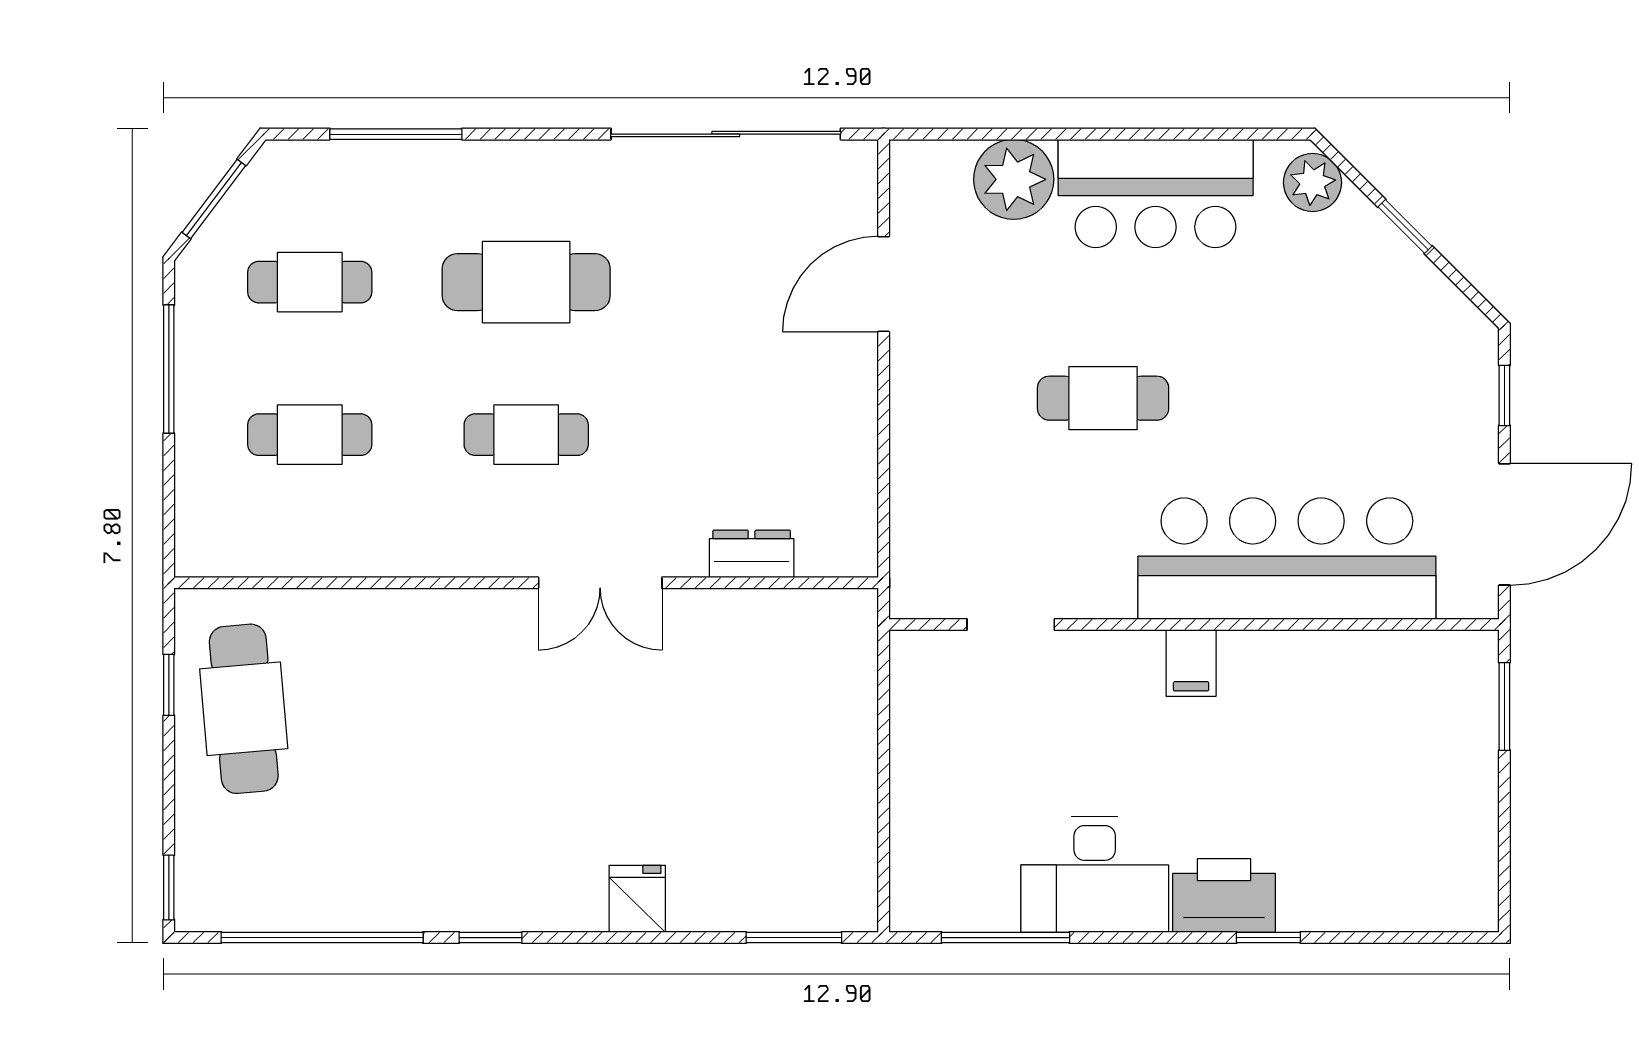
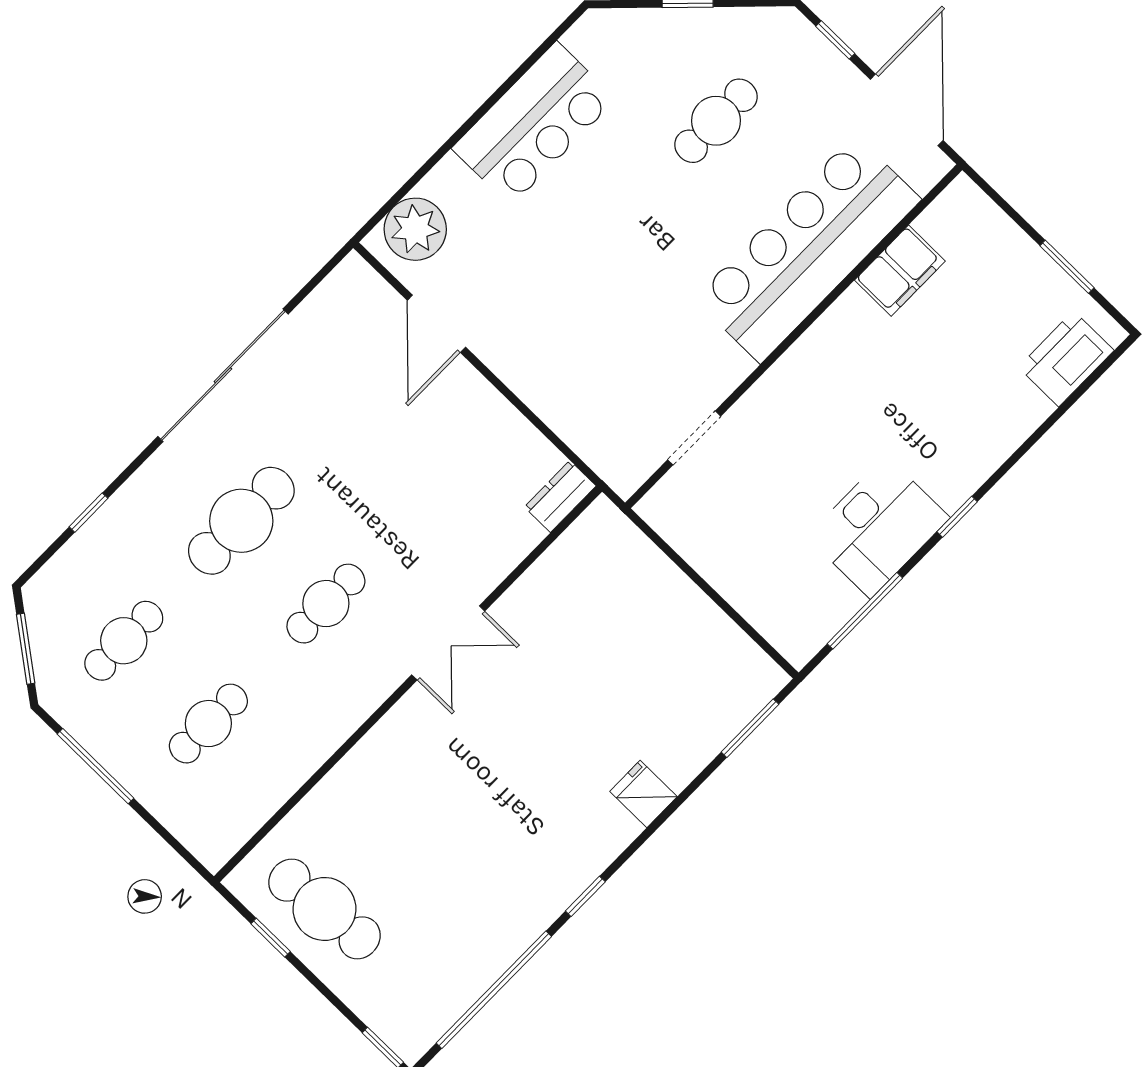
window: (396, 134) -> (88, 513), width x0.46
sliding door: (726, 134) -> (223, 375), moved
plant: (1014, 179) -> (415, 229), moved
plant: (1313, 183) -> (613, 31), removed
cafe table: (1103, 398) -> (716, 121), moved
dresser: (752, 554) -> (560, 496), moved
filing cabinet: (1191, 663) -> (900, 271), moved, width x2.00
window: (1504, 706) -> (1067, 267), moved
printer: (1224, 895) -> (1066, 359), moved
window: (1268, 938) -> (957, 517), moved

